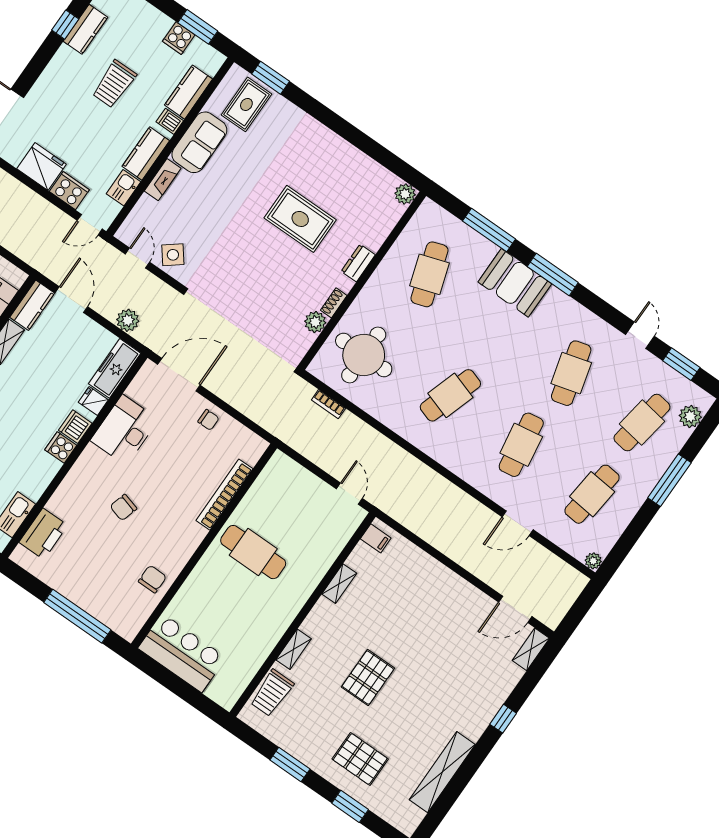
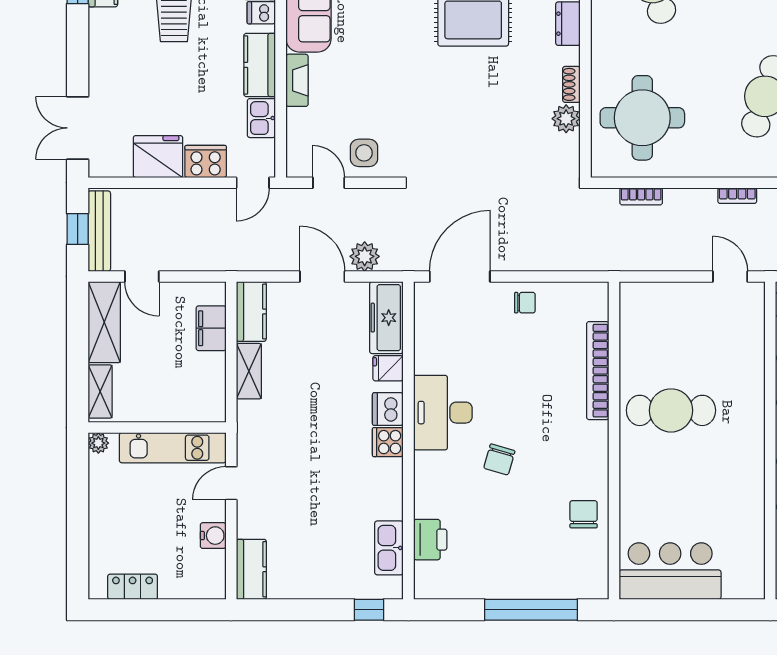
side table: (173, 255) -> (364, 153), turned 38
door: (71, 300) -> (322, 276), moved
desk: (125, 430) -> (443, 413), moved
bookcase: (389, 446) -> (737, 196), added
printer: (43, 534) -> (430, 540), width x0.73, depth x0.84

